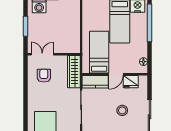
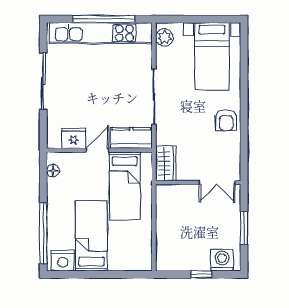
wardrobe: (74, 72) -> (166, 163), width x0.67
armchair: (44, 76) -> (226, 120), moved
stool: (122, 110) -> (87, 92), removed

